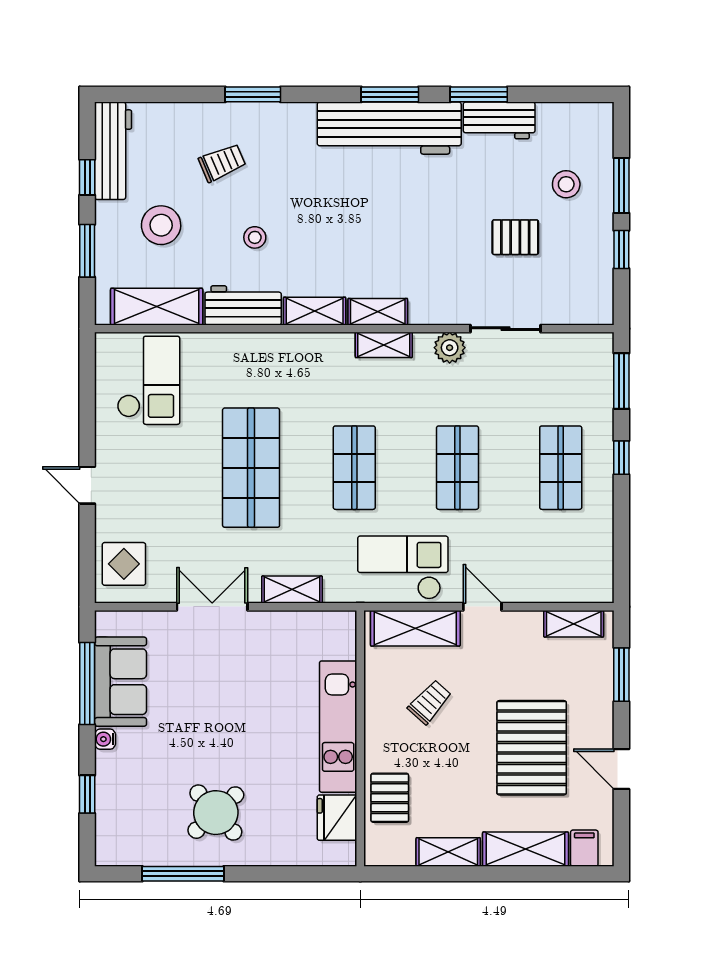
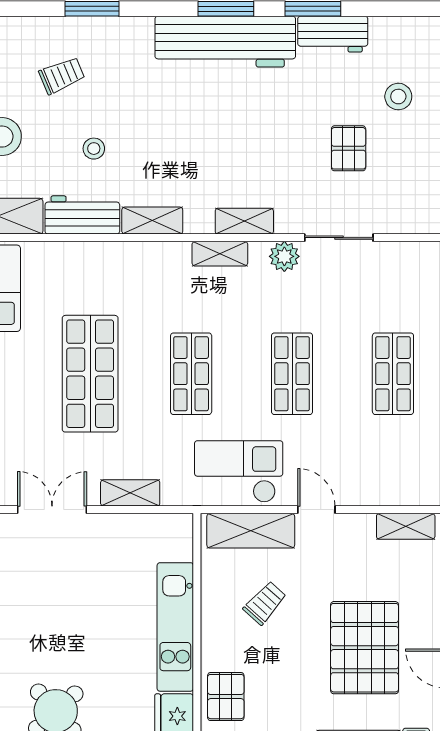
pallet: (515, 237) -> (349, 148), turned 90
shelving: (378, 312) -> (244, 221), moved

